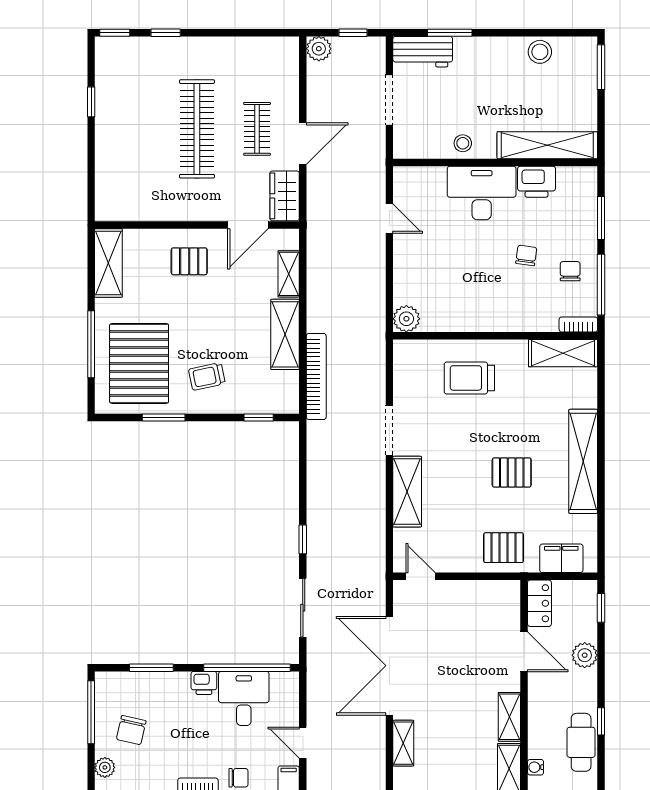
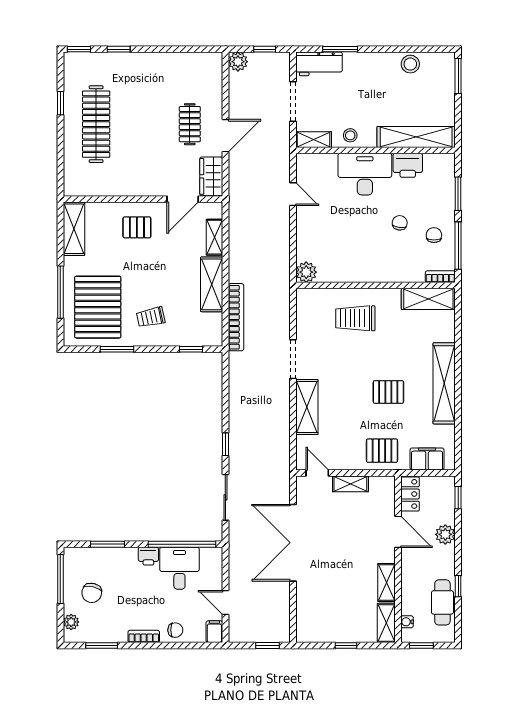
clothes rail: (197, 129) -> (96, 124), moved
shelving: (416, 149) -> (314, 140), added
shelving: (403, 743) -> (350, 484), moved, turned 90

